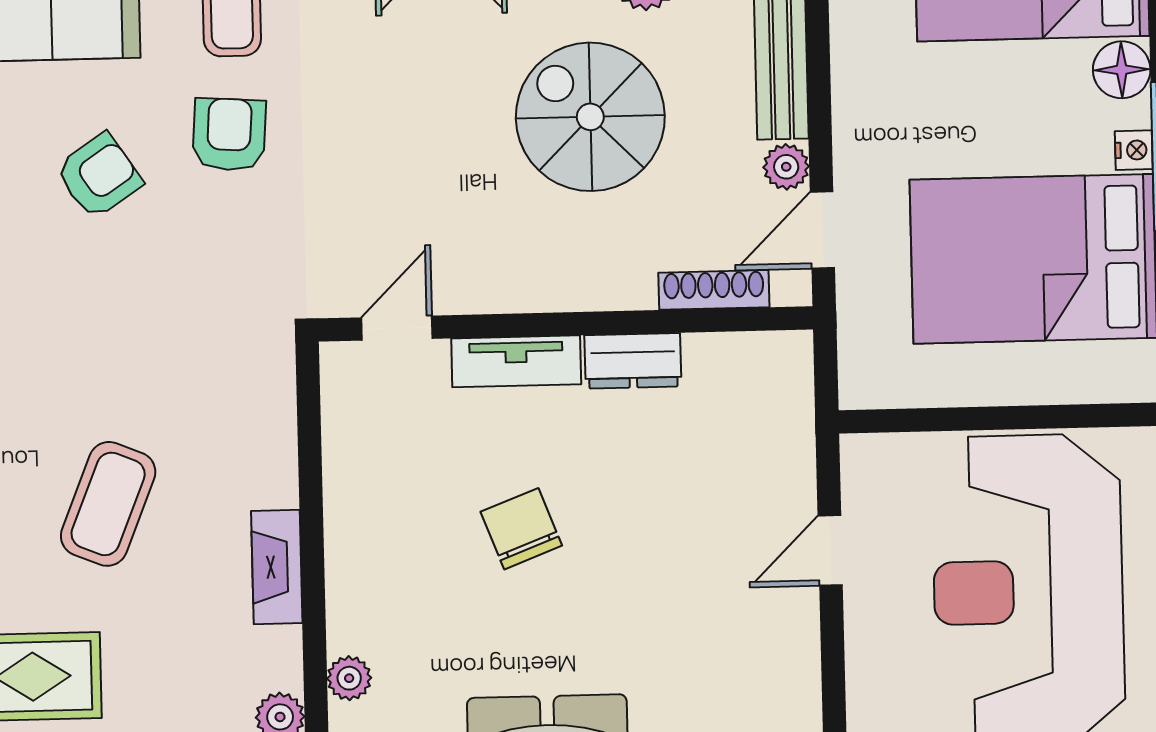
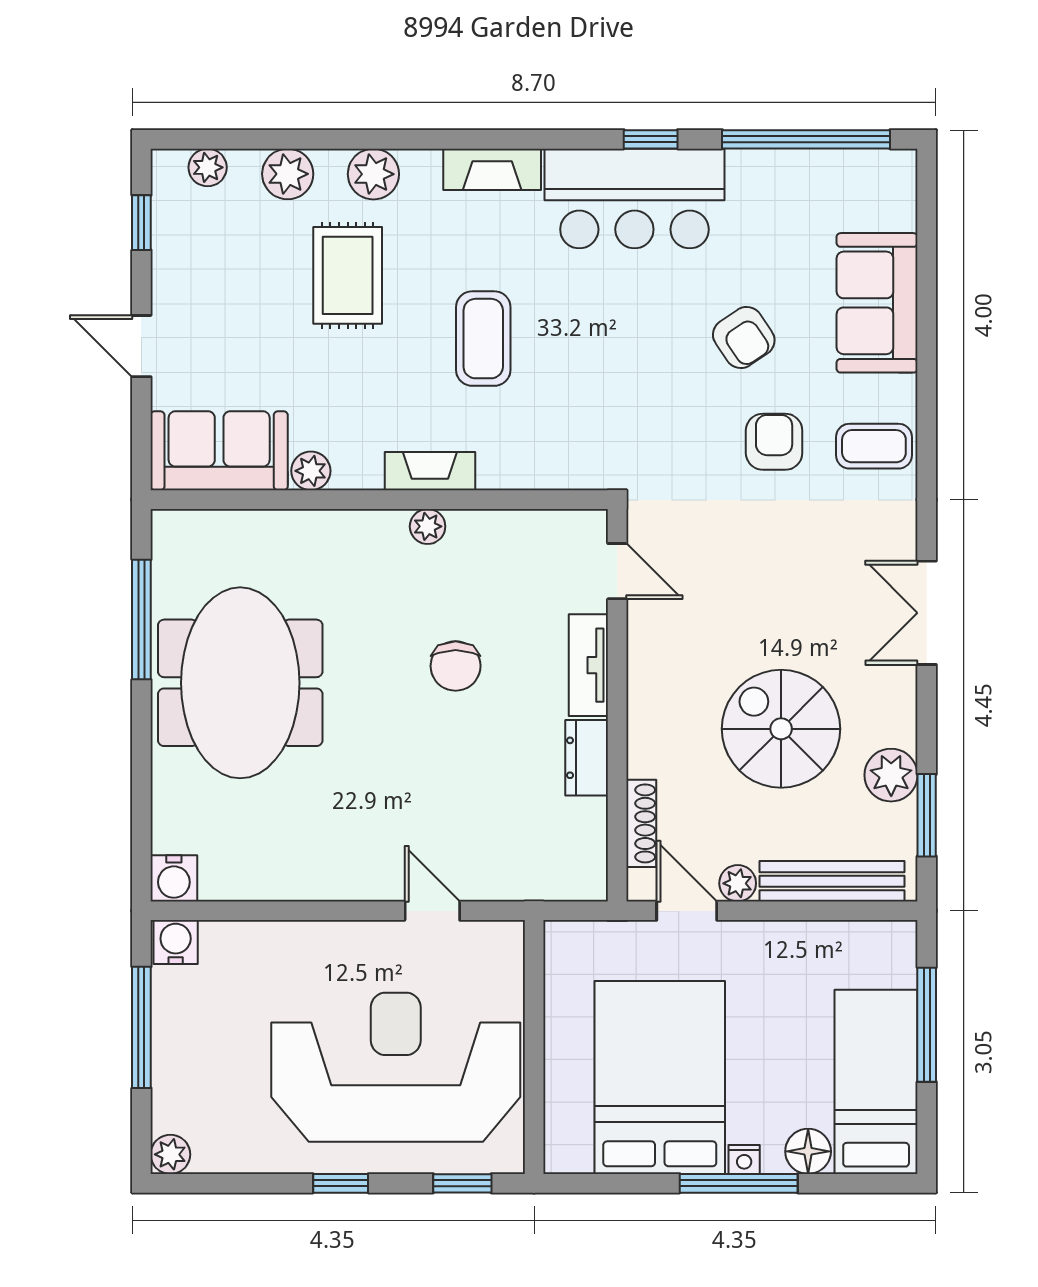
spiral stairs: (590, 117) -> (781, 729), turned -90
armchair: (229, 134) -> (774, 442), turned -94
coffee table: (108, 504) -> (483, 339), turned 68
chair: (521, 529) -> (456, 666), turned 111
plant: (349, 678) -> (428, 526), moved

